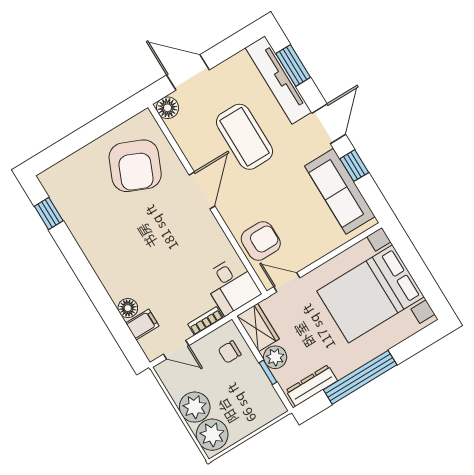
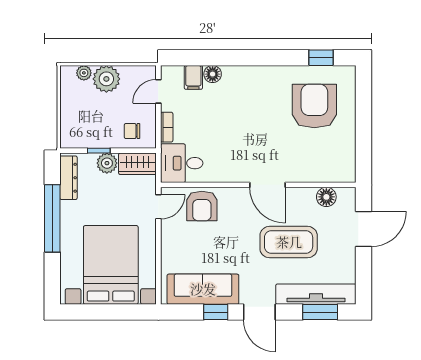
floor lamp: (167, 108) -> (326, 197), moved
armchair: (135, 166) -> (314, 106), moved, turned 67
chair: (230, 352) -> (132, 131), turned -90
plant: (212, 435) -> (84, 73), width x0.53, depth x0.53

